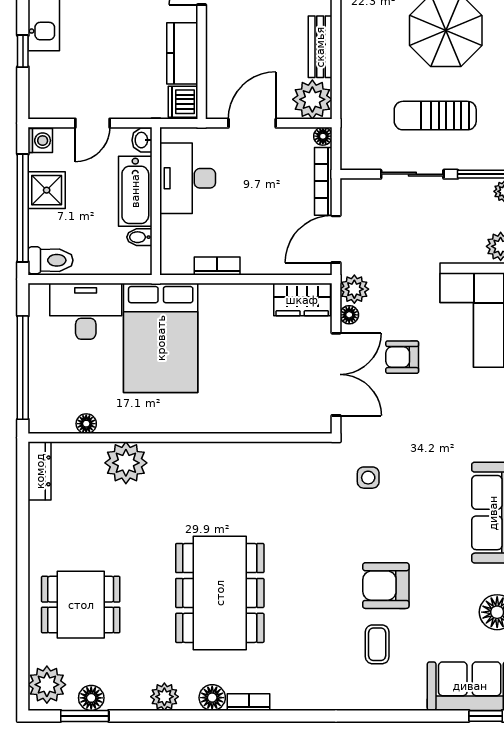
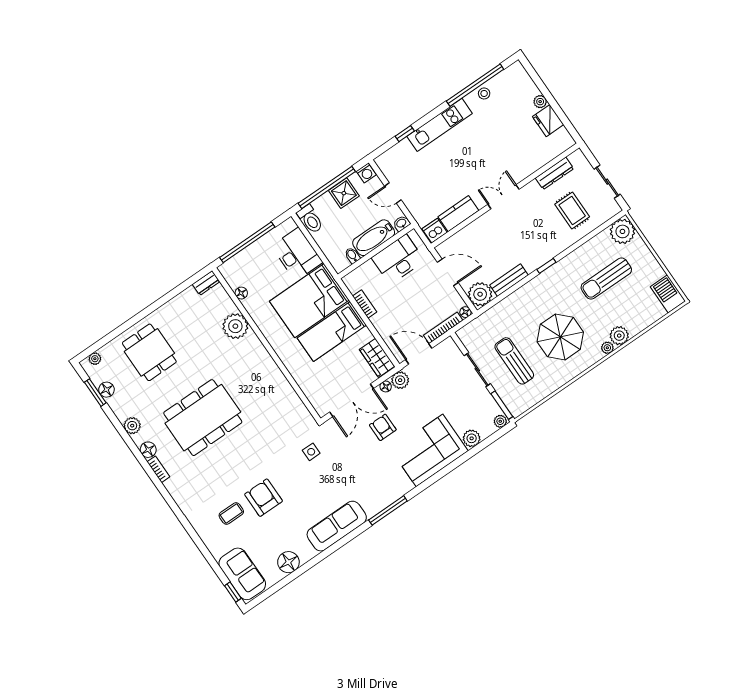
bed: (224, 336) -> (332, 332), added
dresser: (40, 471) -> (206, 283), width x0.70
plant: (47, 685) -> (95, 359), width x0.53, depth x0.53

